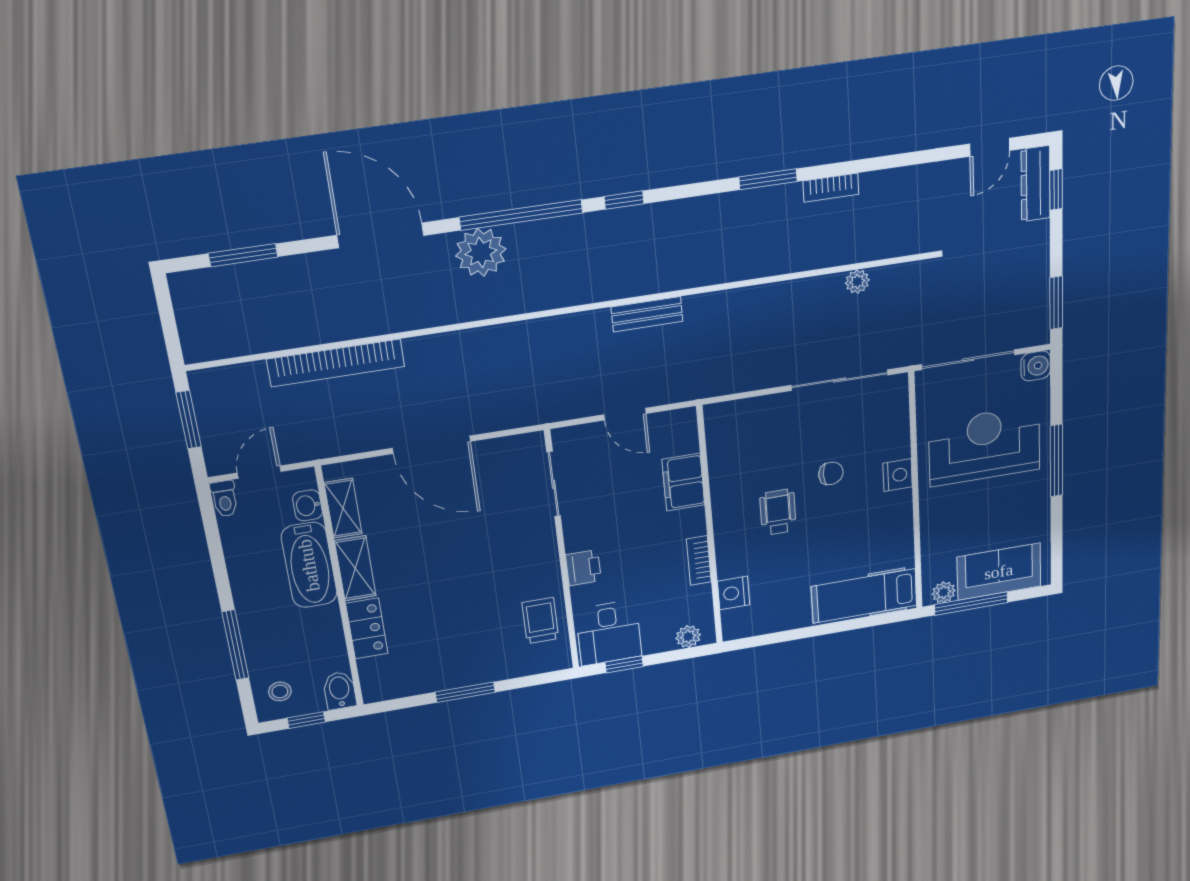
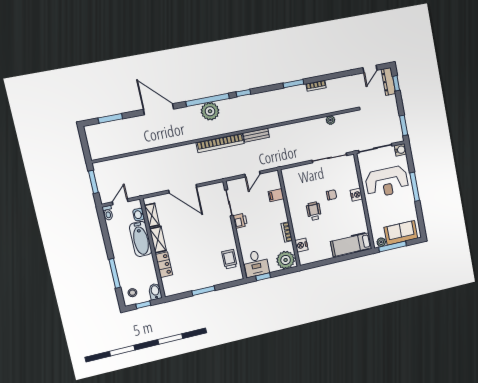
plant: (481, 252) -> (210, 111), moved
bookcase: (336, 363) -> (220, 143), moved
door: (625, 414) -> (252, 174), hinge flipped
reception desk: (984, 446) -> (387, 182), turned 180
filing cabinet: (683, 482) -> (276, 195), width x0.50
printer: (583, 568) -> (240, 221), moved
plant: (688, 637) -> (286, 260), width x1.87, depth x1.87

